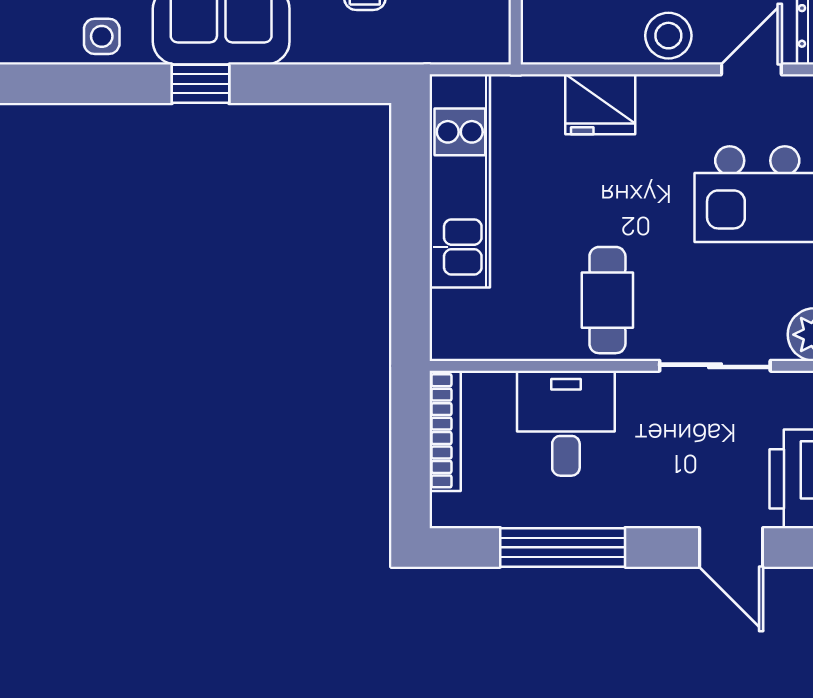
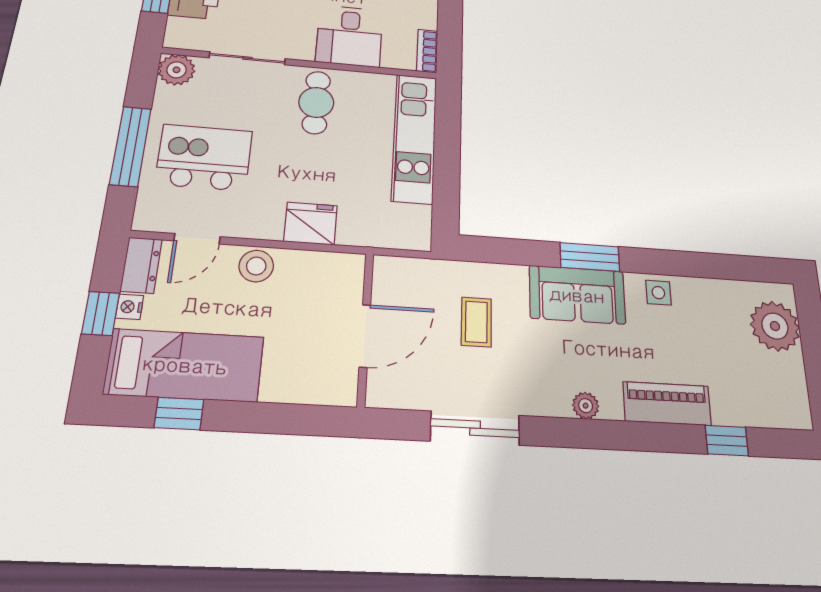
window: (200, 84) -> (590, 257), width x1.50
kitchen unit: (460, 181) -> (414, 138), moved
bookcase: (445, 431) -> (427, 51), width x0.64

